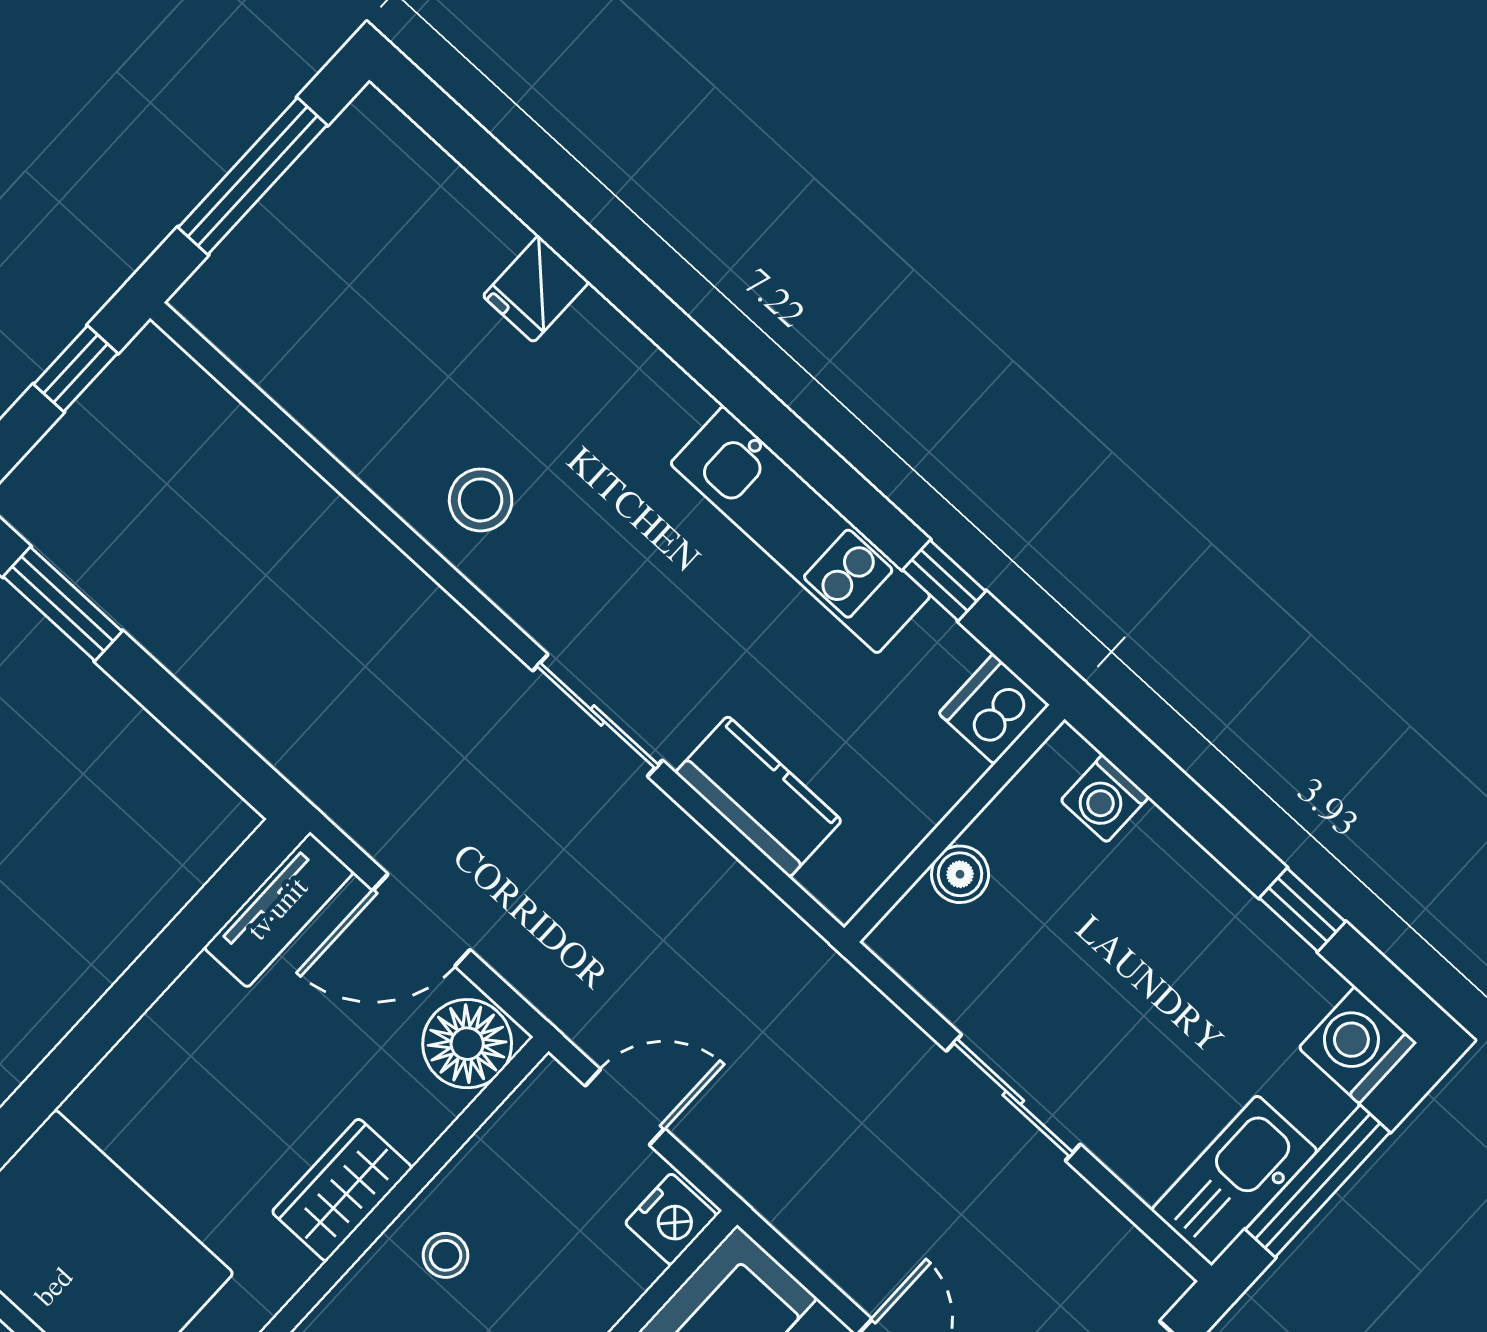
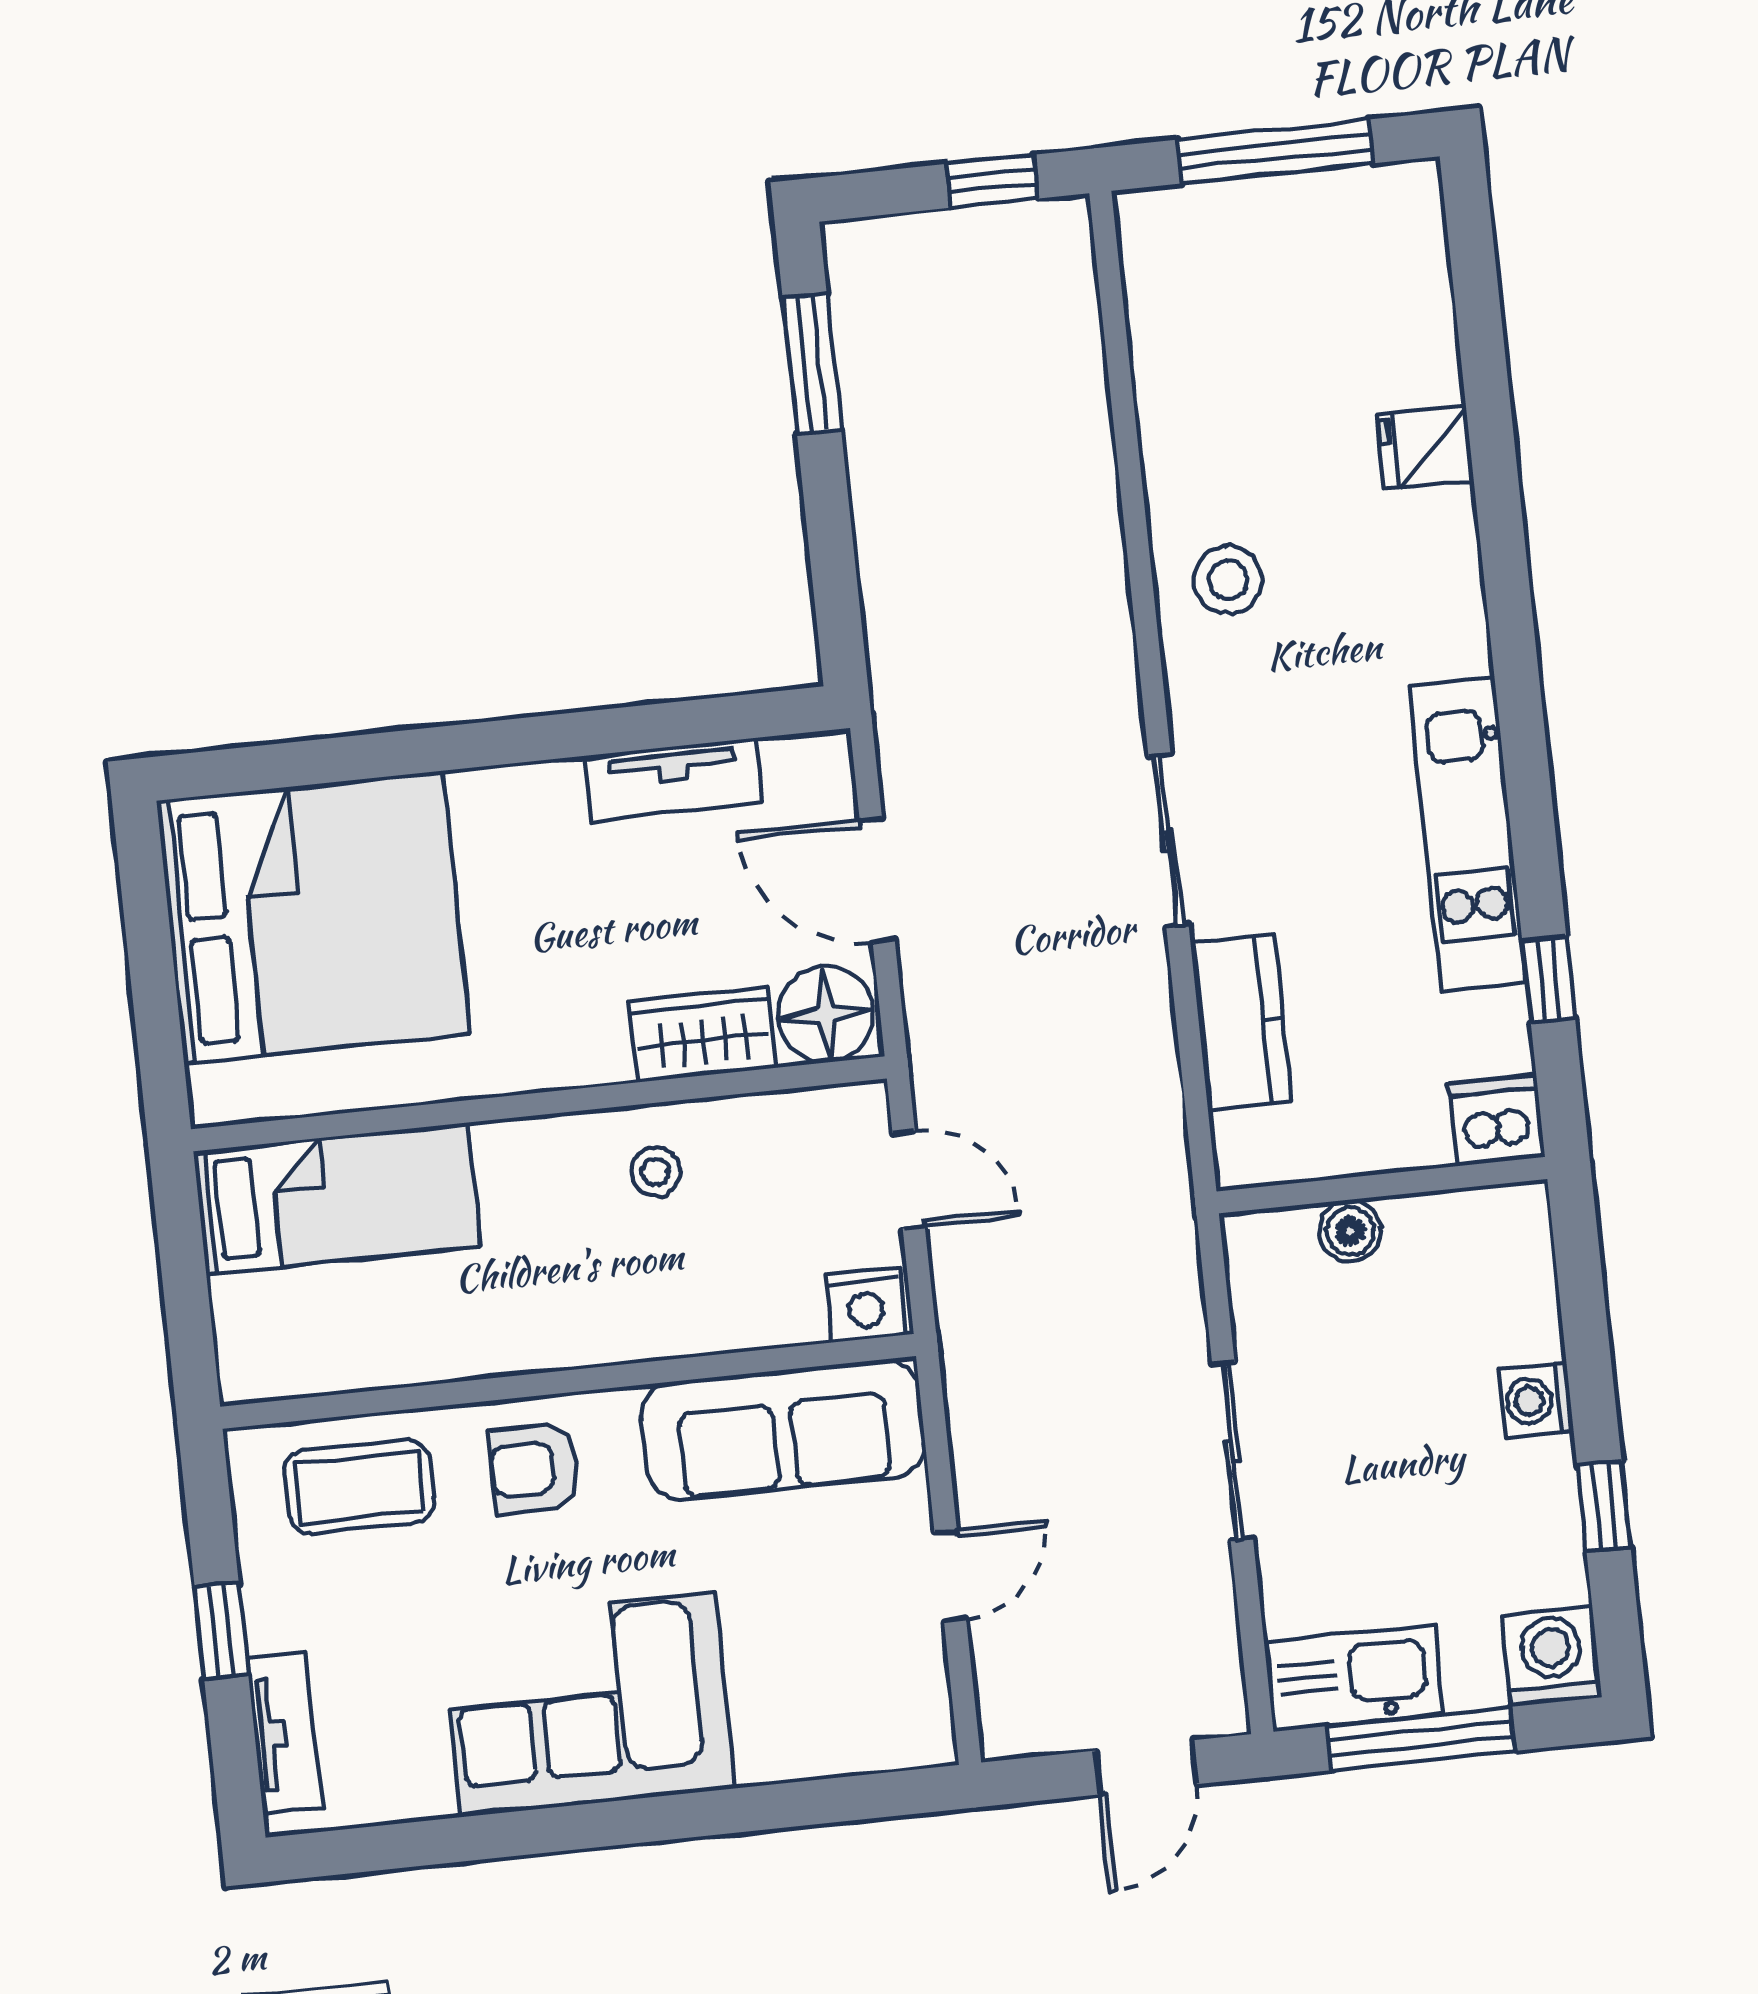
washing machine: (1105, 799) -> (1536, 1401), moved
tv unit: (279, 910) -> (674, 779), moved
wardrobe: (342, 1190) -> (703, 1035), moved

